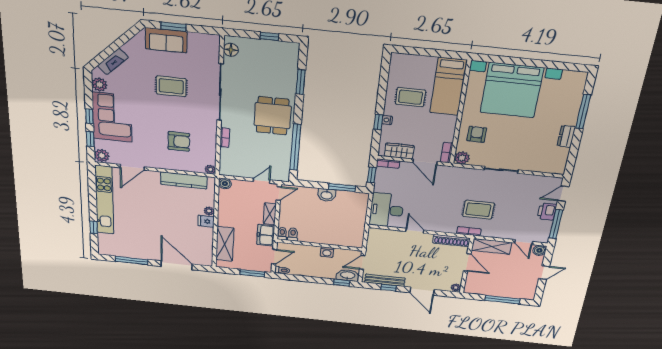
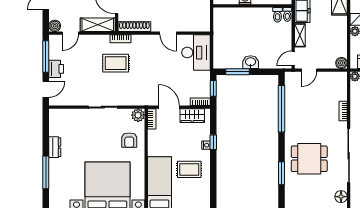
dining table: (273, 116) -> (309, 159), moved, turned 90
door: (524, 242) -> (70, 33), swing flipped

